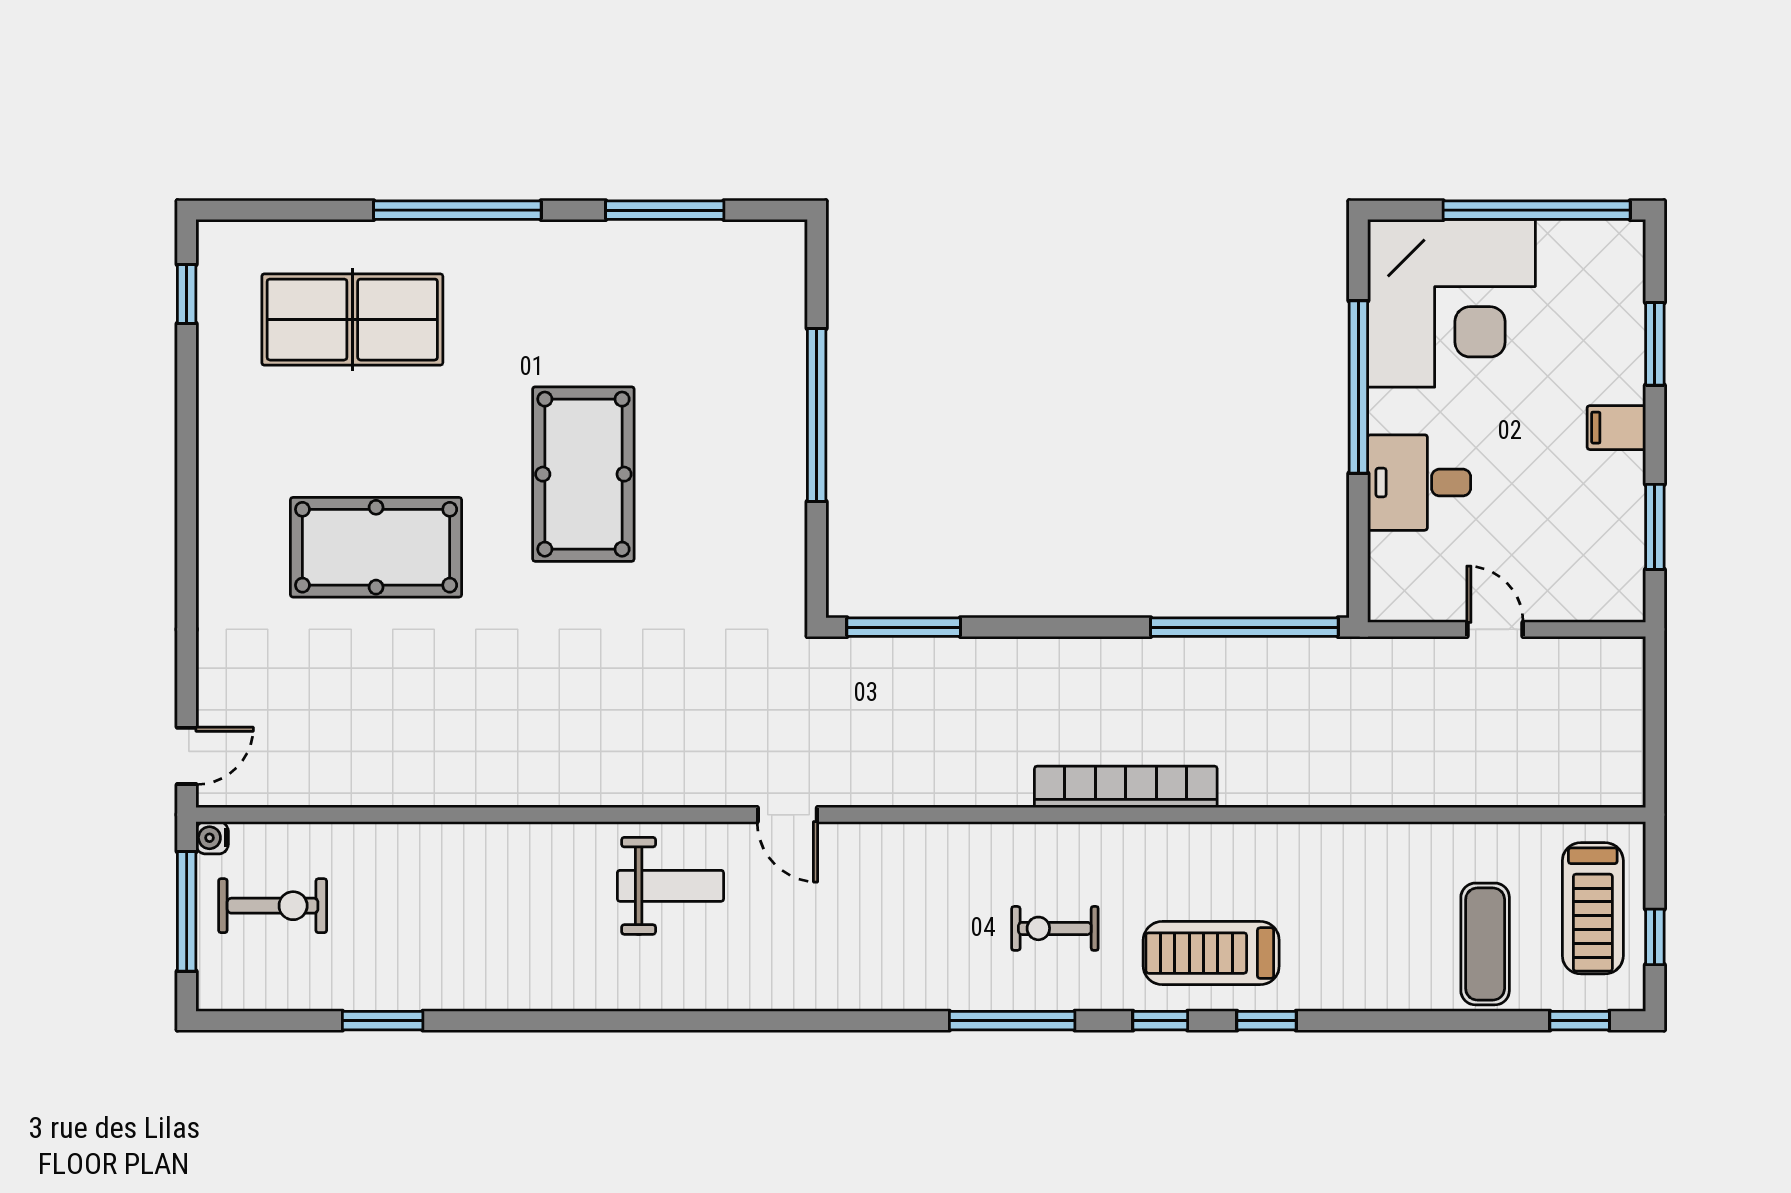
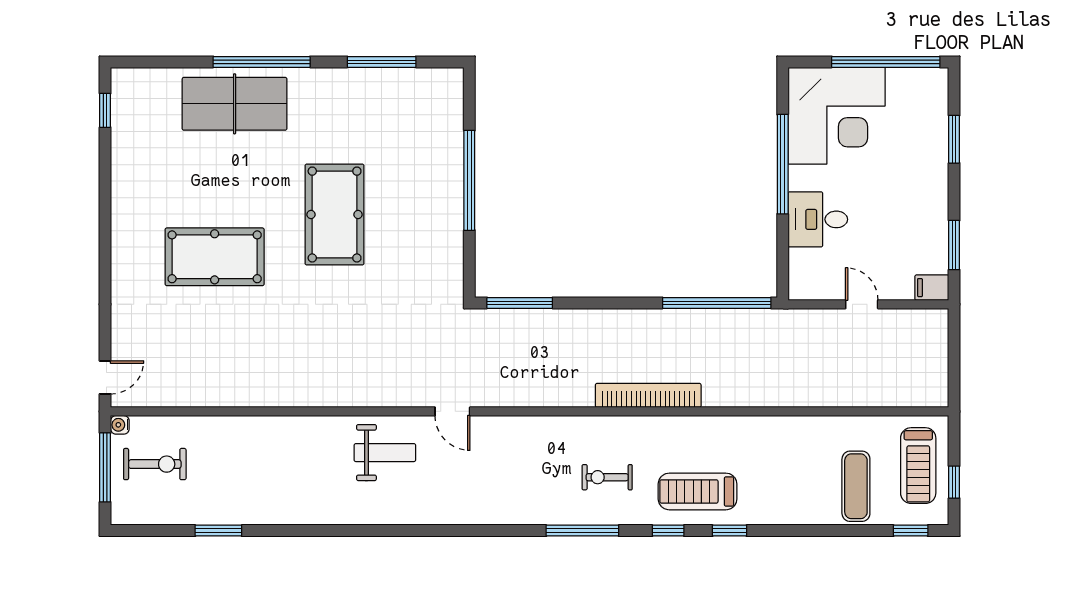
table tennis table: (352, 320) -> (235, 104), moved
filing cabinet: (1616, 428) -> (932, 288), moved

